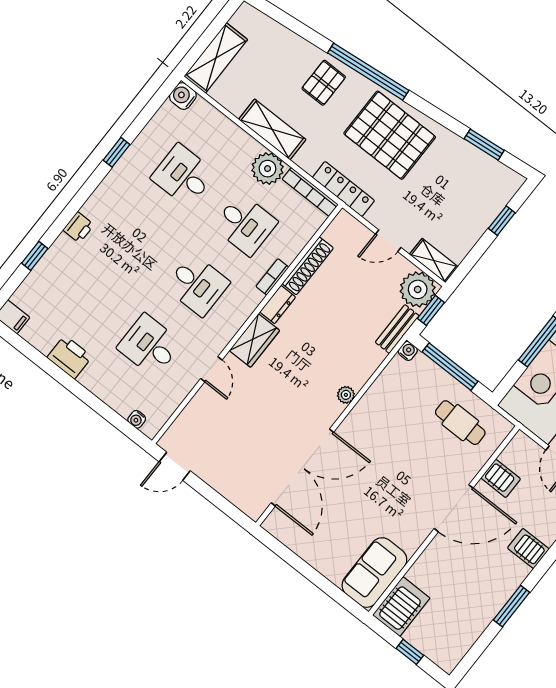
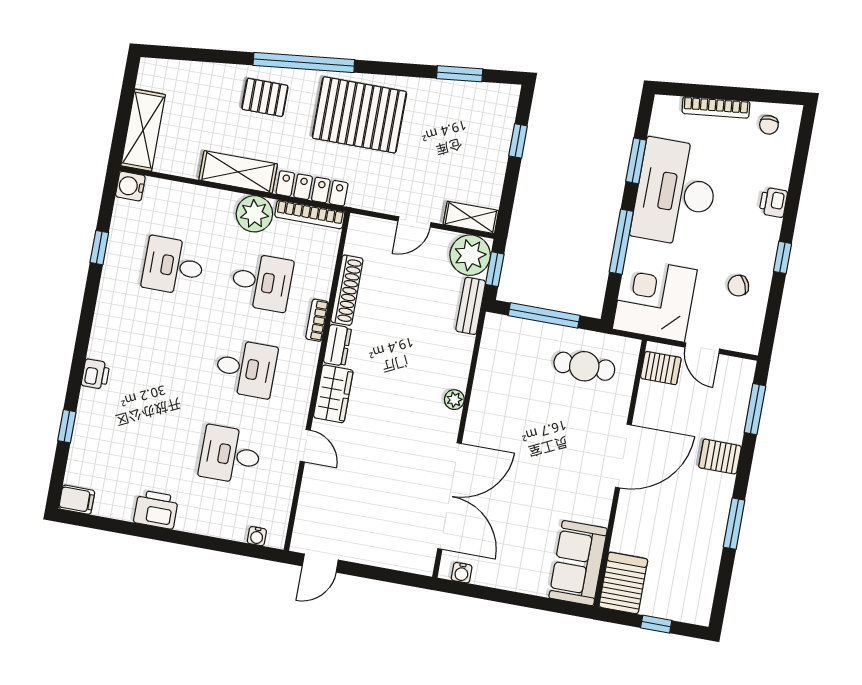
pallet: (324, 83) -> (265, 97), turned 90
window: (117, 152) -> (99, 248), moved
locker: (343, 189) -> (312, 188), moved
water cooler: (408, 351) -> (462, 573), moved, turned 180
server rack: (501, 478) -> (661, 368), moved

